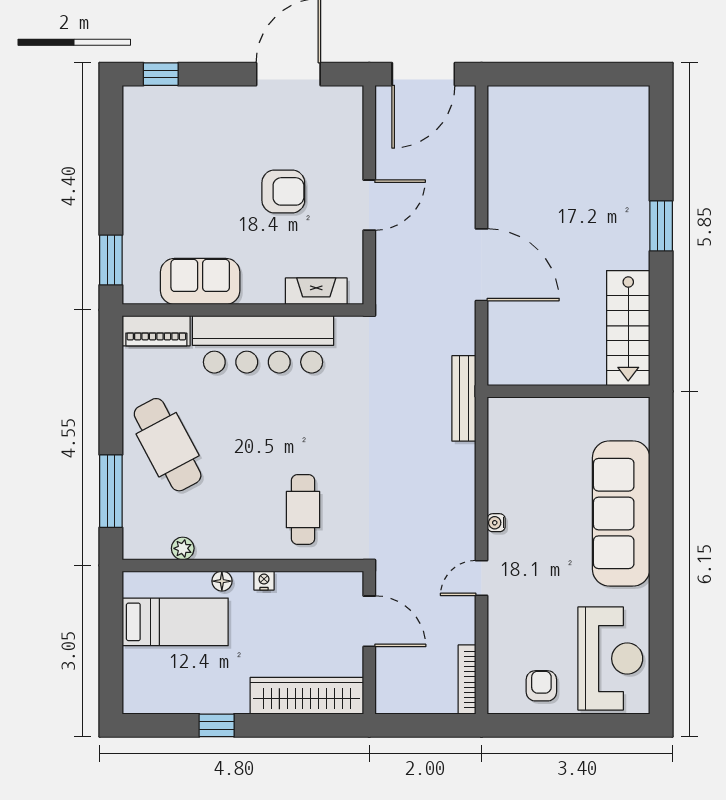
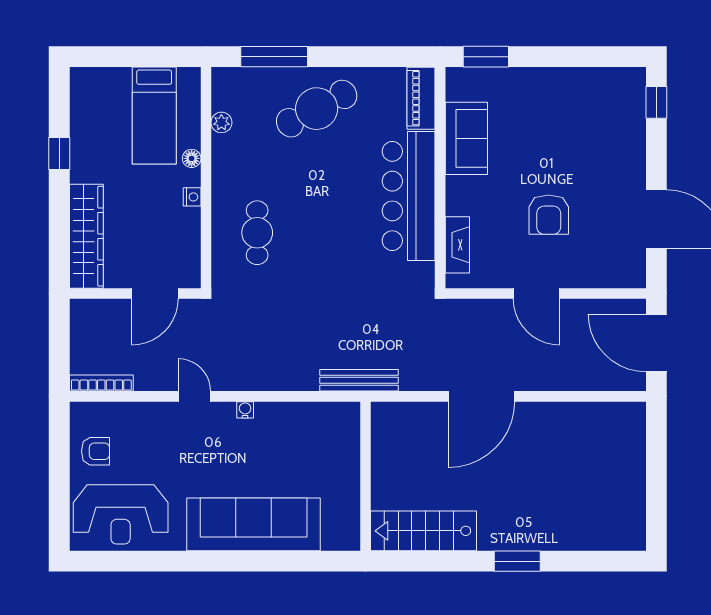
cafe table: (303, 510) -> (257, 233), turned 90

